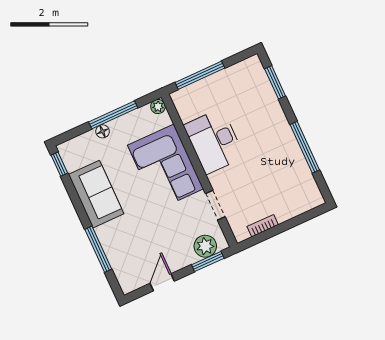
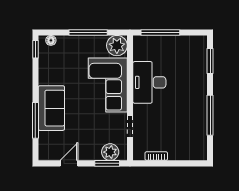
plant: (158, 107) -> (117, 46), width x1.88, depth x1.88
floor lamp: (103, 131) -> (51, 40), moved
sofa: (96, 194) -> (51, 108), moved

